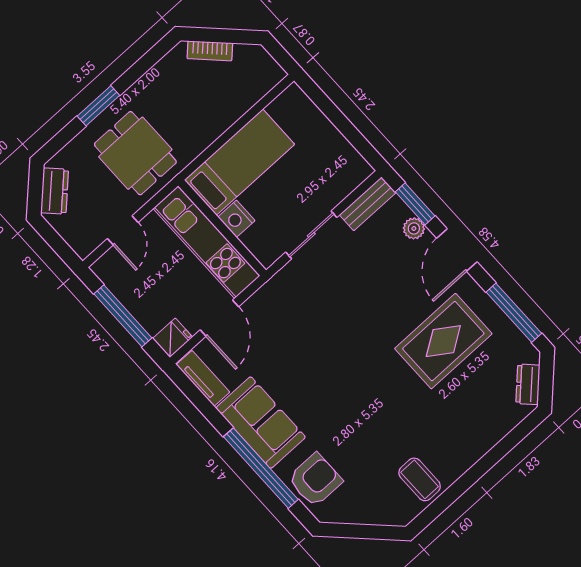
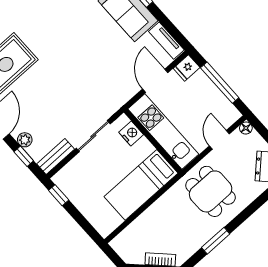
window: (98, 106) -> (216, 241), moved
window: (363, 146) -> (59, 195), added
window: (415, 204) -> (24, 156), width x0.67
nightstand: (236, 219) -> (131, 133), moved
floor lamp: (83, 248) -> (246, 128), added

